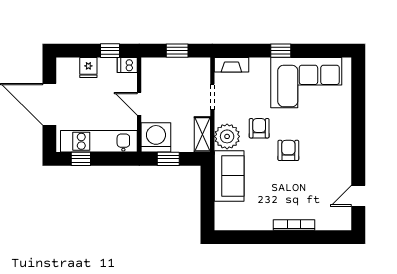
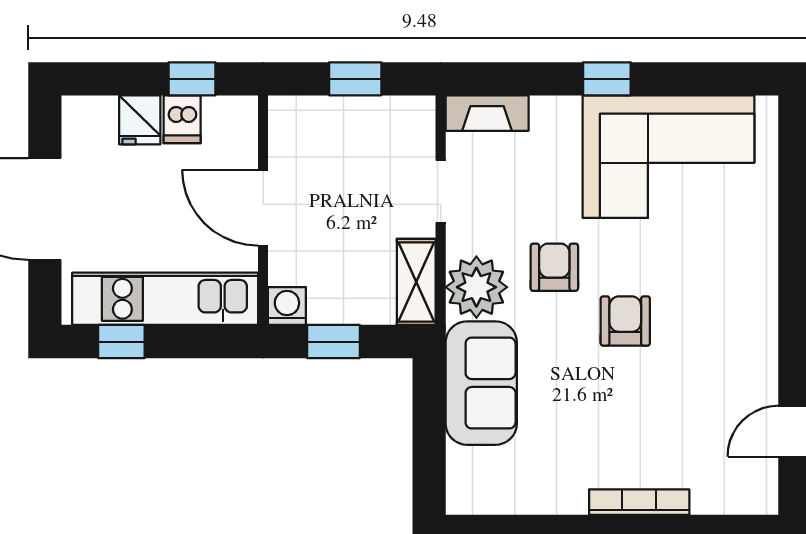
dishwasher: (127, 65) -> (182, 119), moved, turned -90
door: (139, 104) -> (263, 208), width x1.38
washing machine: (156, 137) -> (287, 306), width x0.53, depth x0.53

